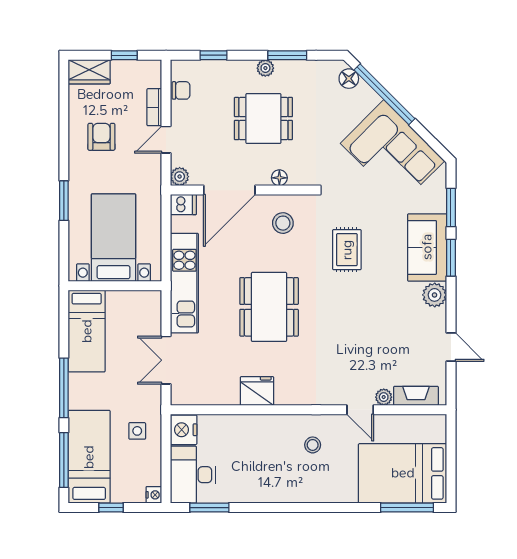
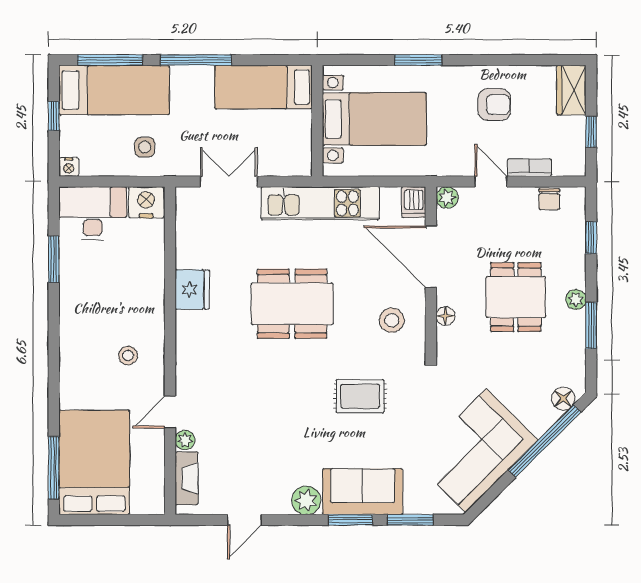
window: (209, 508) -> (54, 259), moved

